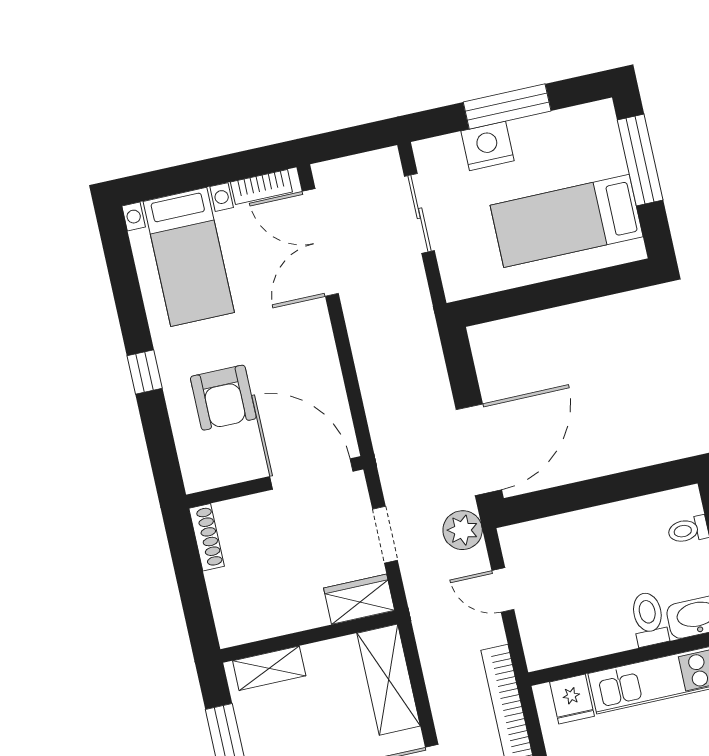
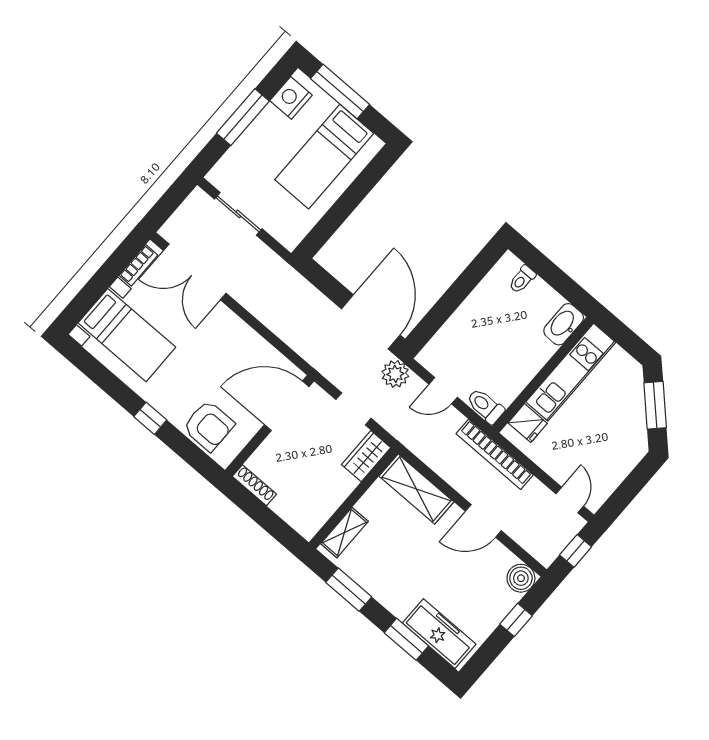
nightstand: (488, 146) -> (291, 98), moved
armchair: (223, 398) -> (209, 426), moved
toilet: (649, 619) -> (485, 406), moved

